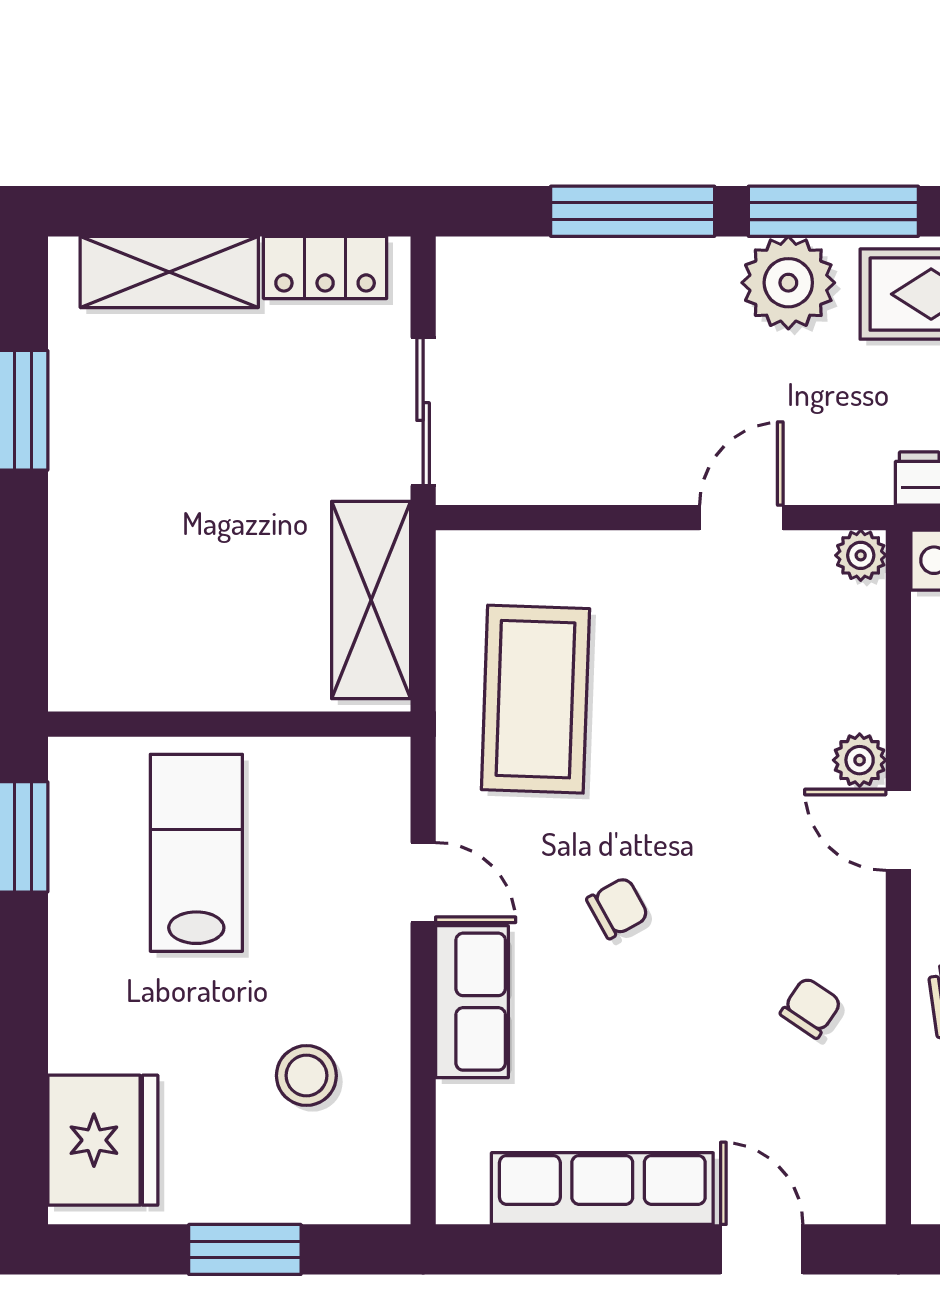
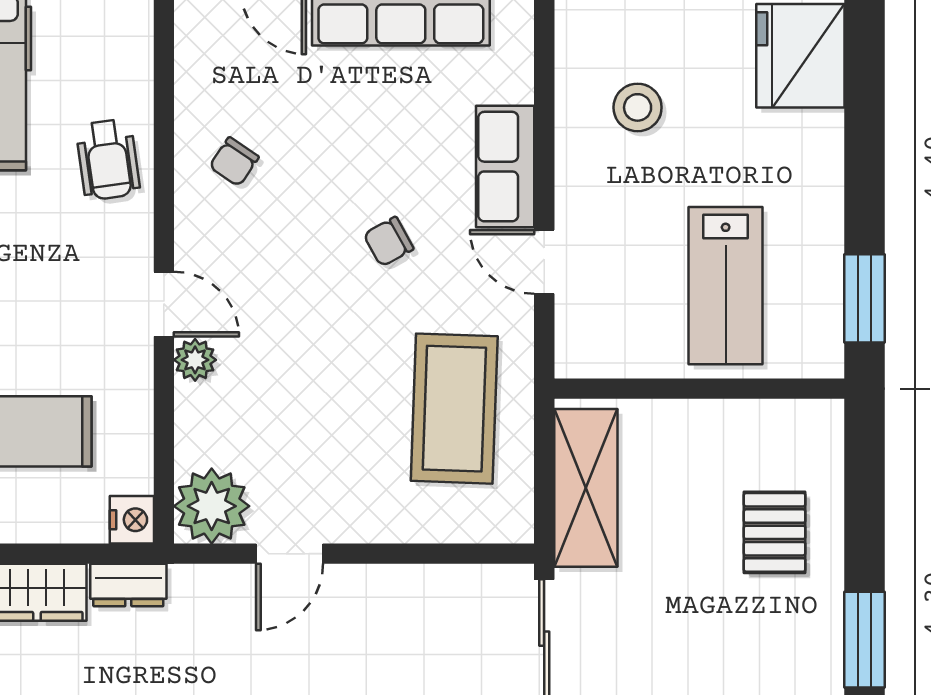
pallet: (135, 544) -> (775, 532), added
plant: (861, 555) -> (212, 506), width x1.88, depth x1.88

